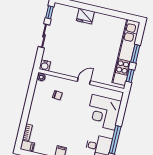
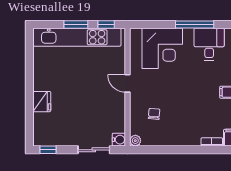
sliding door: (44, 36) -> (94, 150), moved

